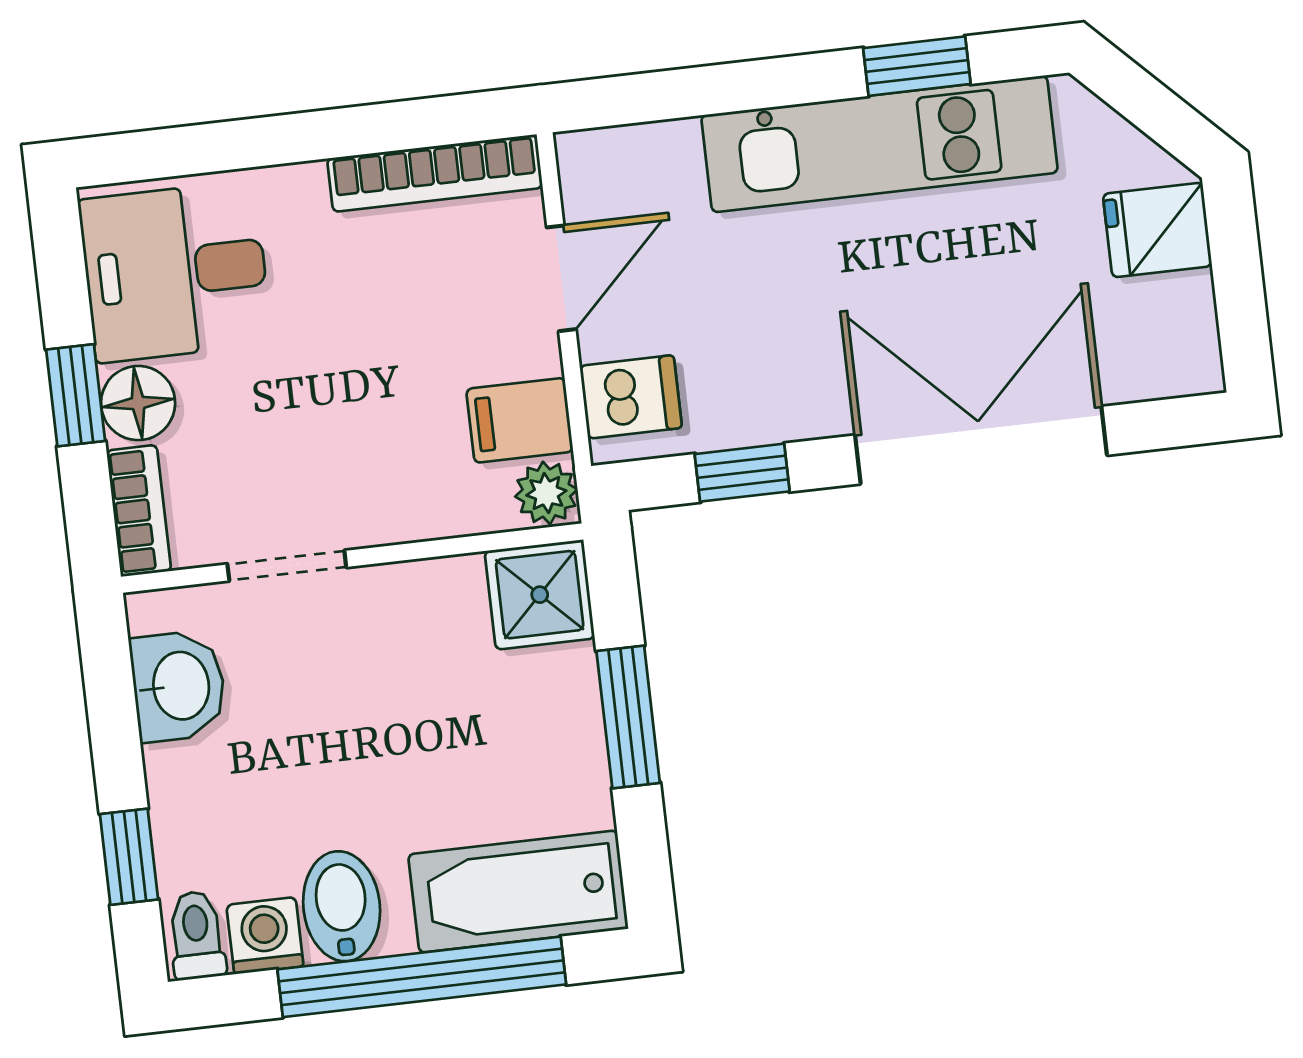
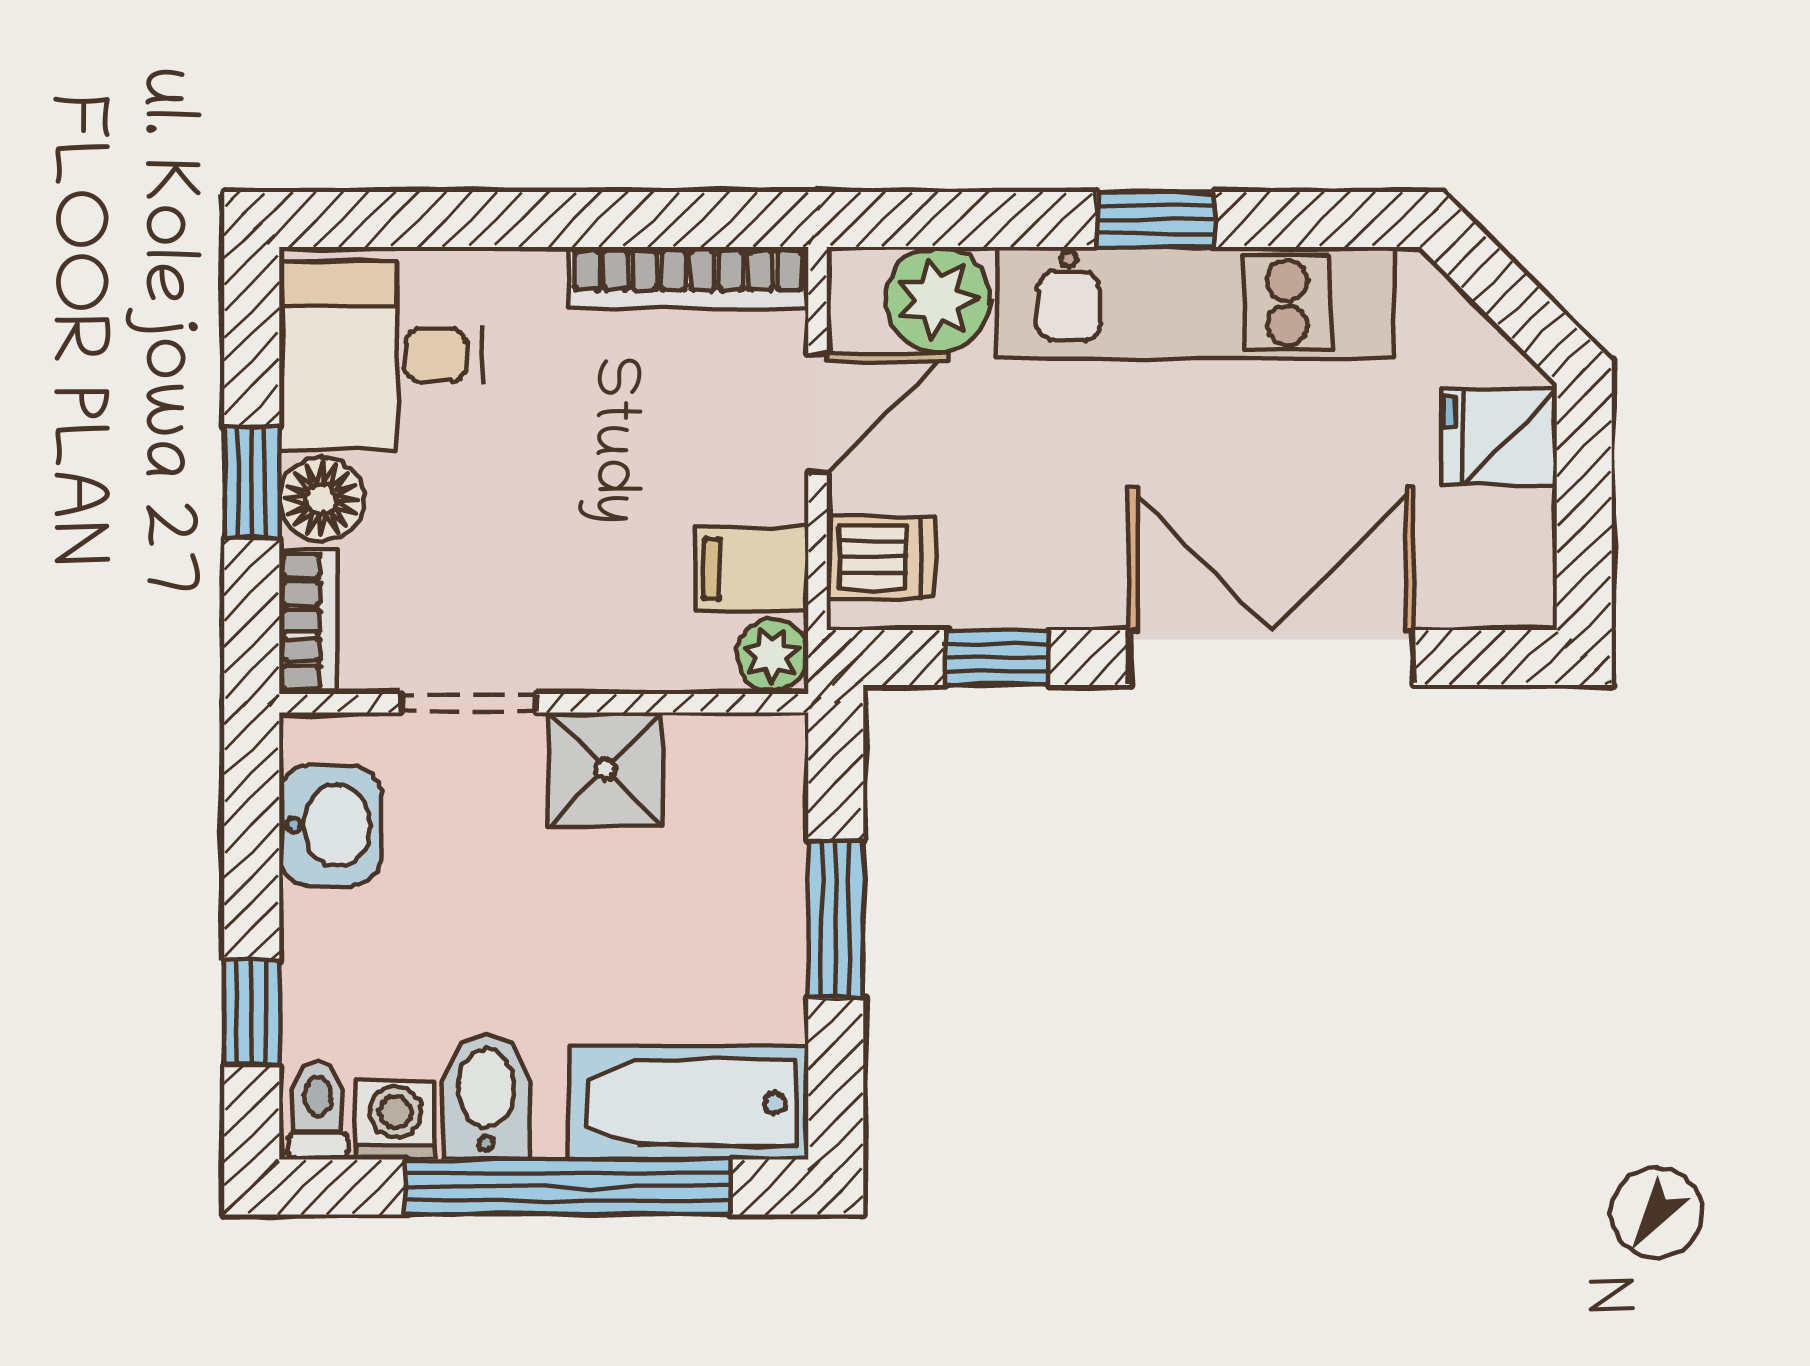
window: (917, 66) -> (1155, 220), moved
plant: (654, 167) -> (937, 299), added
shower: (540, 595) -> (605, 769), moved

